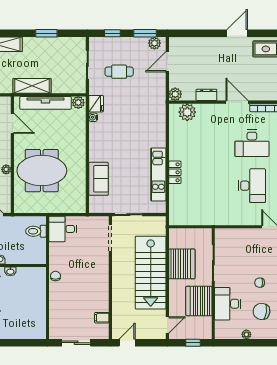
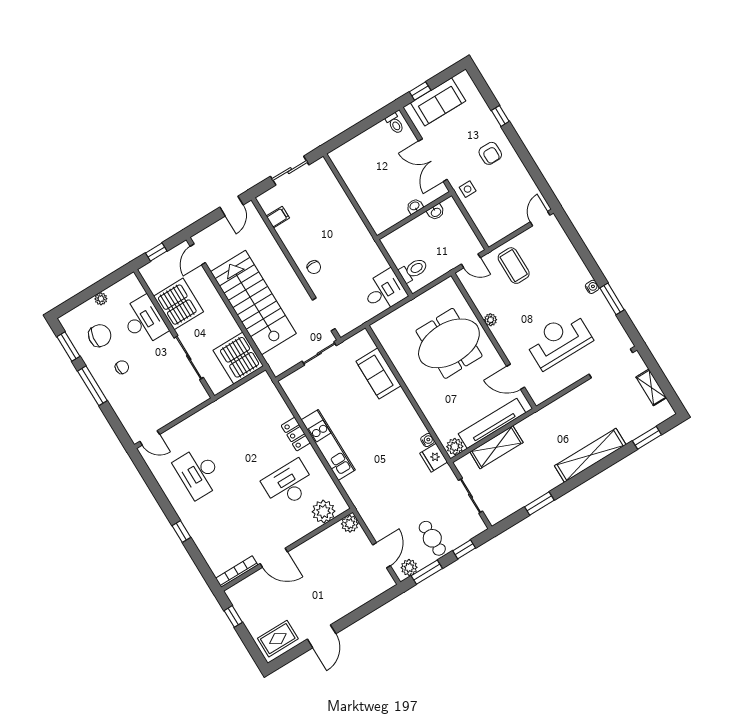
cafe table: (119, 72) -> (432, 538), moved, turned 90
shelving: (32, 86) -> (496, 447), moved
dresser: (206, 95) -> (314, 545), removed
desk: (252, 143) -> (289, 484), moved
kitchen unit: (158, 174) -> (328, 445), moved
server rack: (182, 264) -> (238, 358), moved
chair: (55, 276) -> (314, 267), moved

